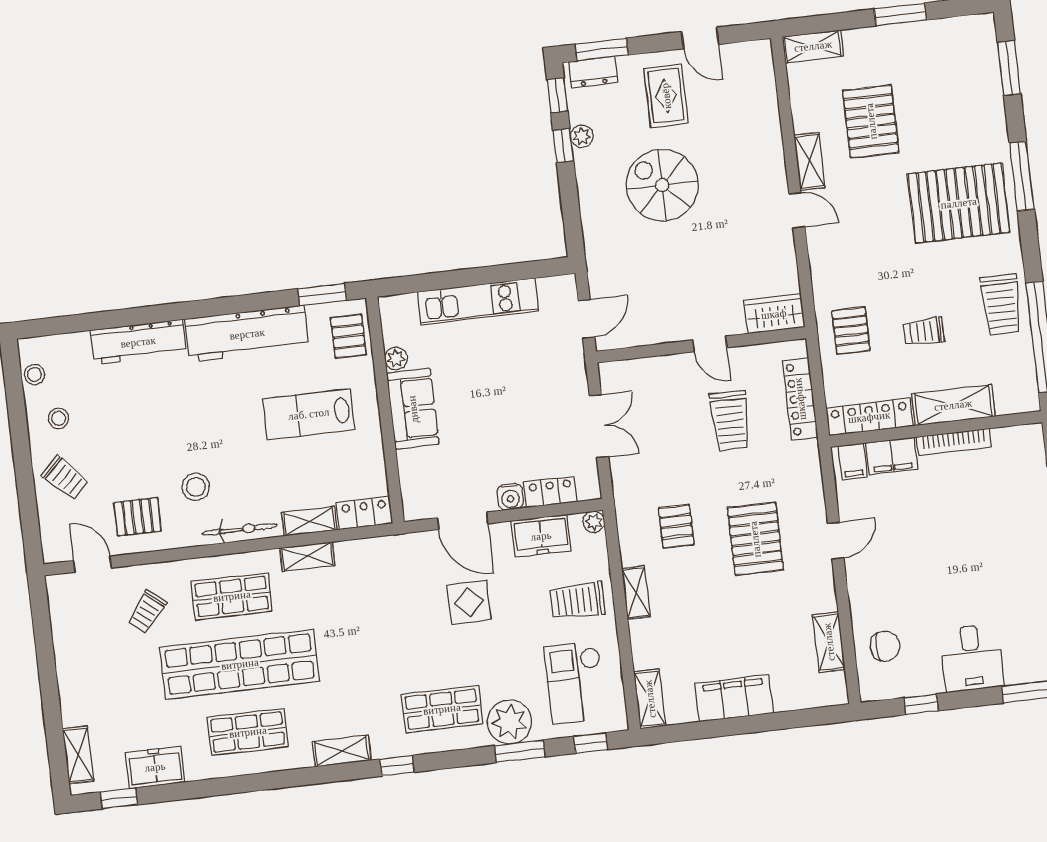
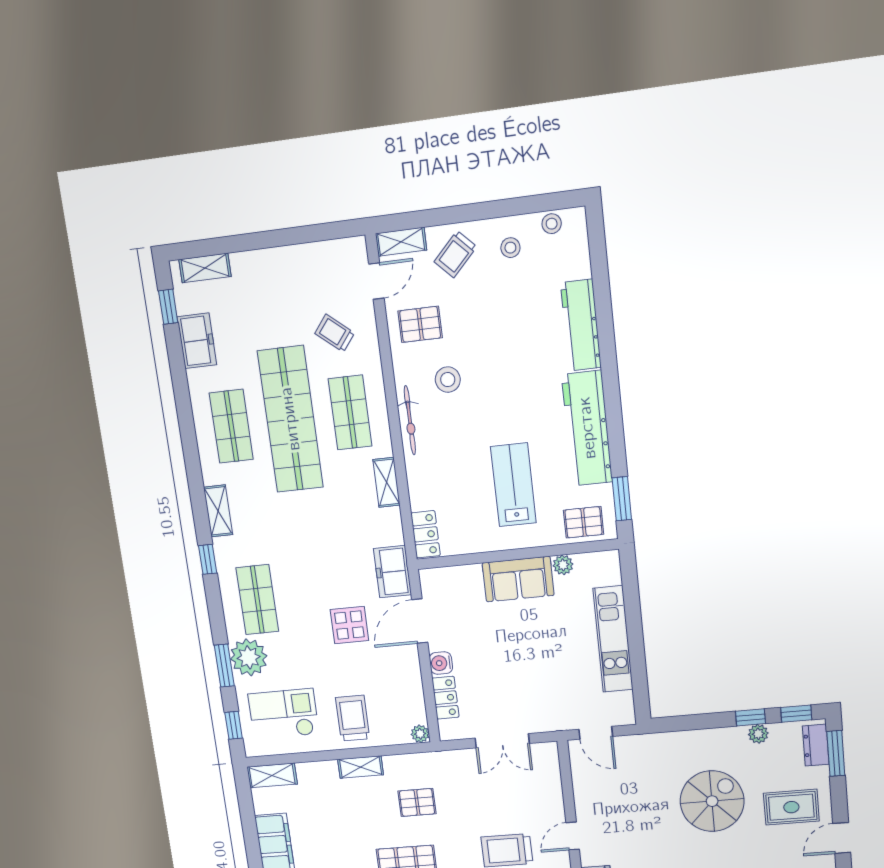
pallet: (138, 517) -> (420, 324), turned 90
shelving: (309, 521) -> (401, 242), moved, turned 90
freezer: (541, 536) -> (392, 572), moved

